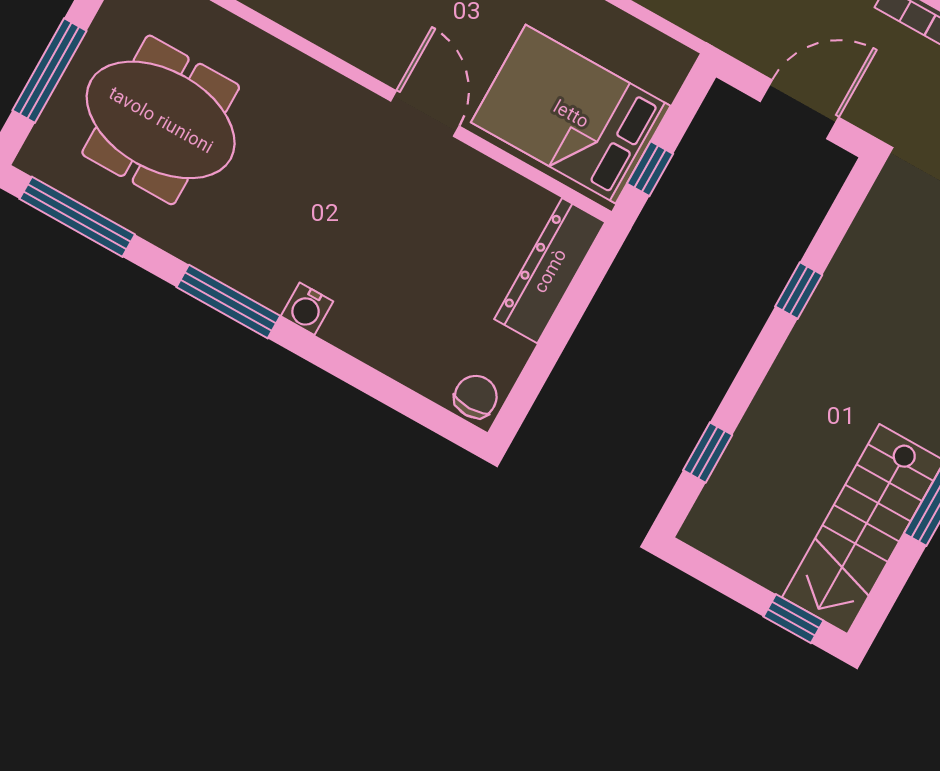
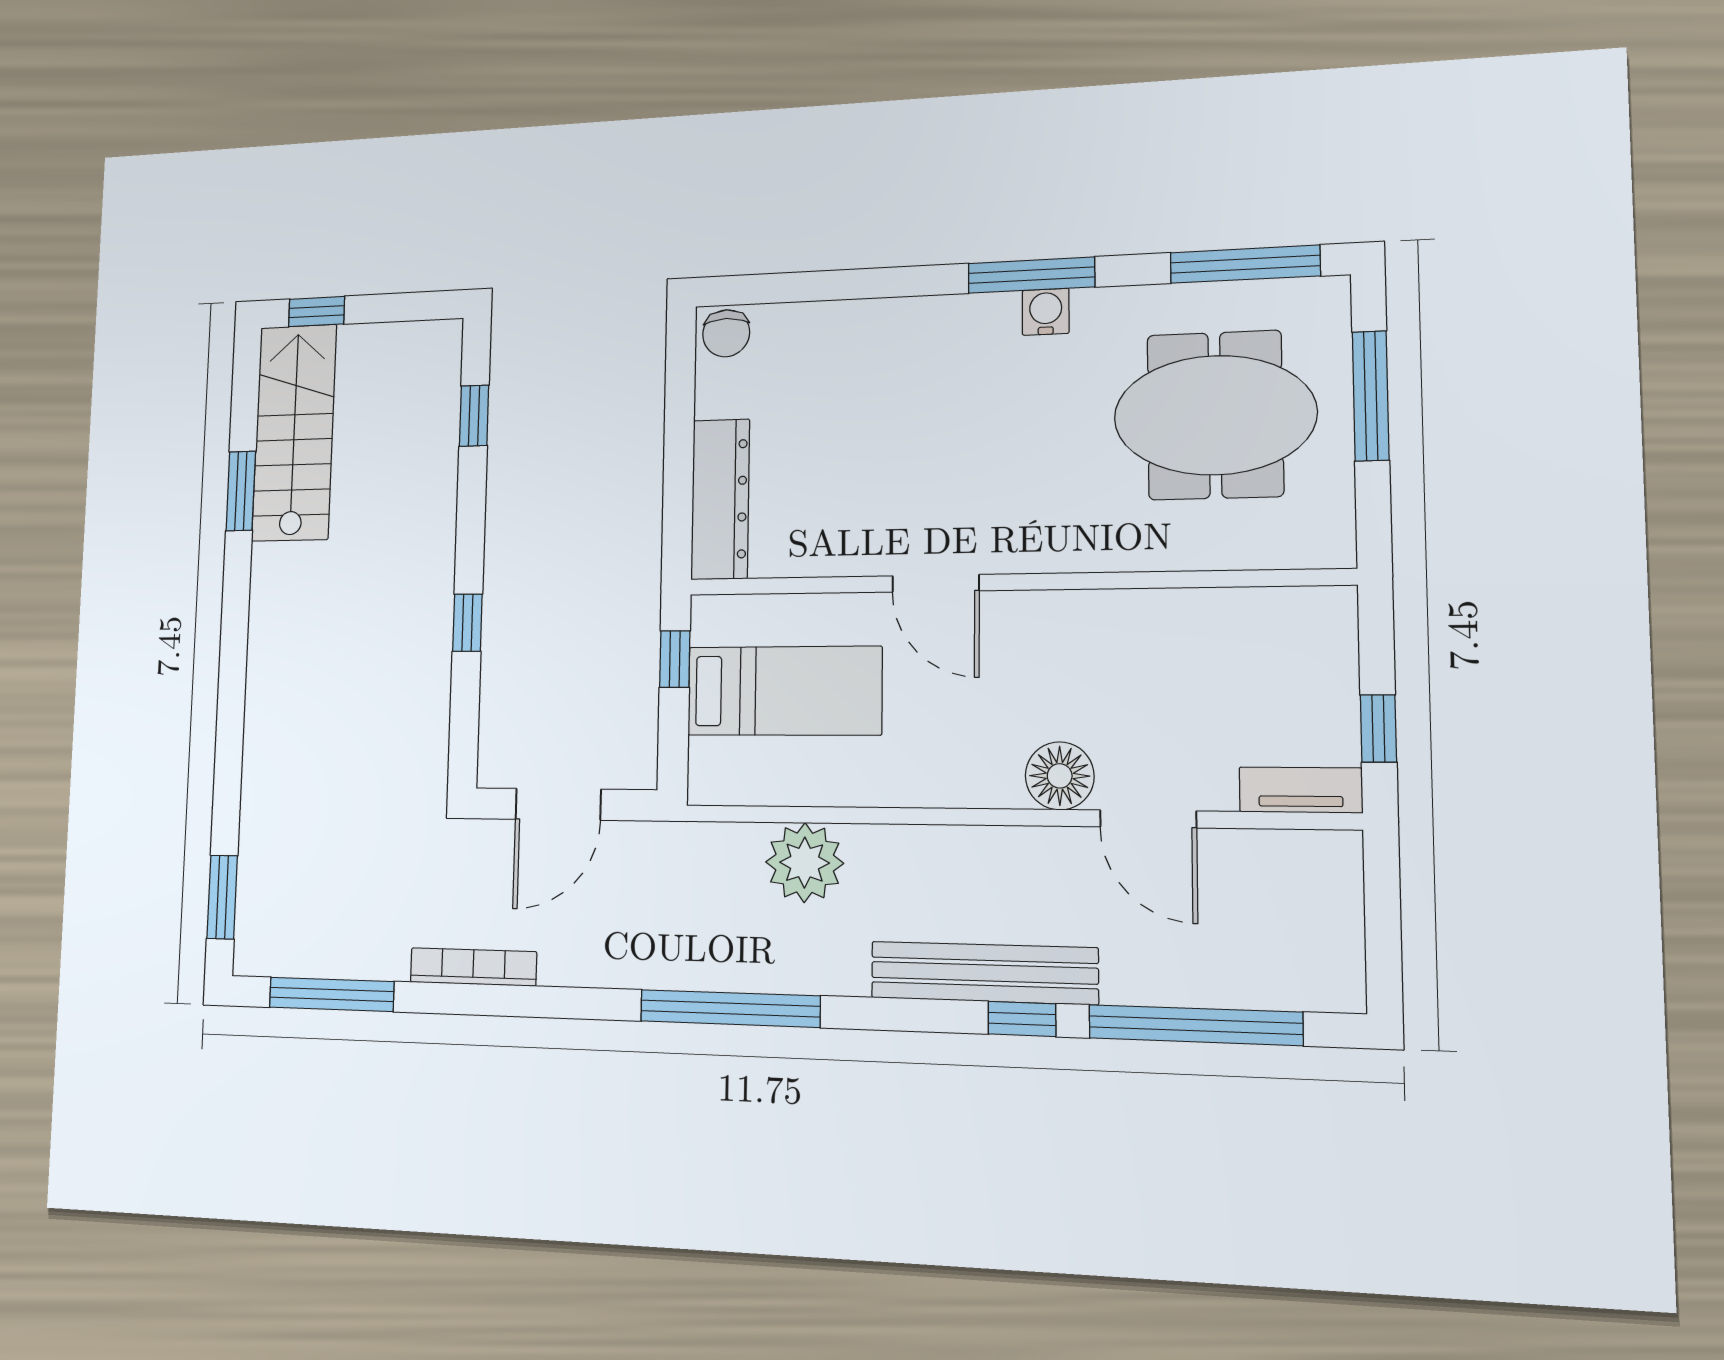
bed: (571, 114) -> (784, 691), width x0.67
water cooler: (307, 309) -> (1046, 312), moved

